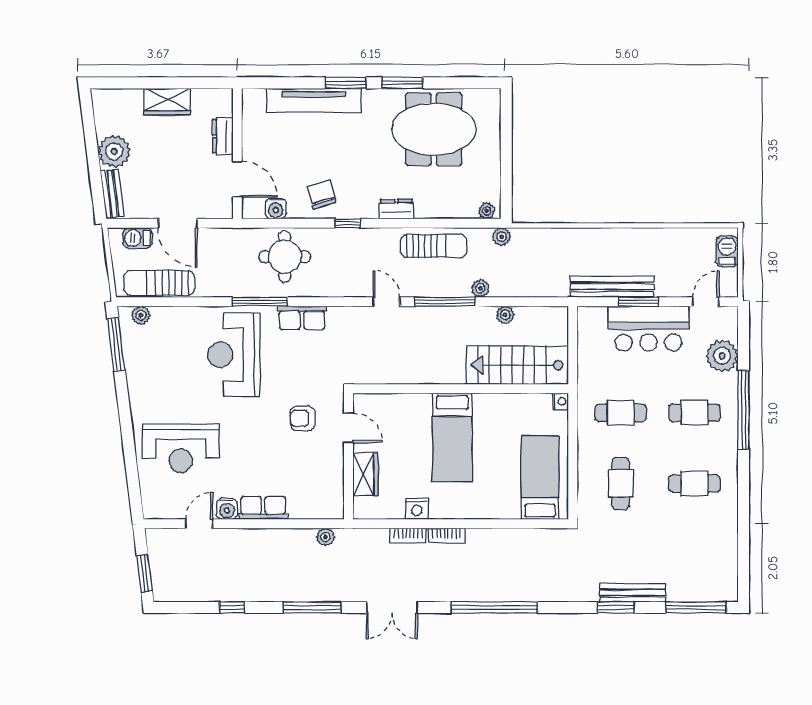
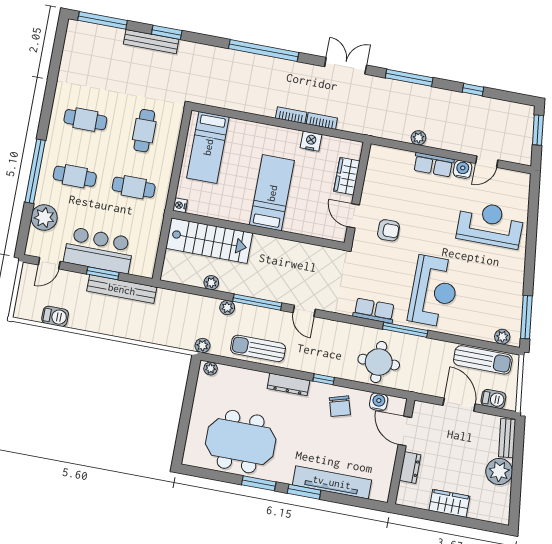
dresser: (396, 209) -> (288, 384), width x1.44
barbecue: (727, 251) -> (55, 316), moved, turned -90
plant: (325, 537) -> (418, 138), moved

